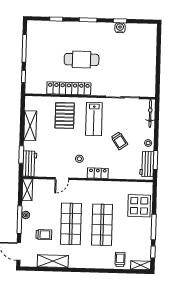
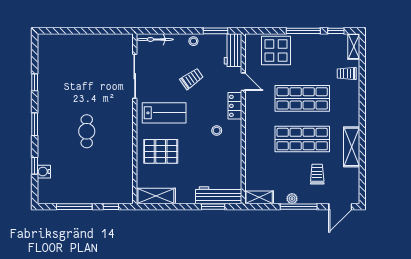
water cooler: (120, 28) -> (44, 172), moved
cafe table: (82, 60) -> (87, 131), width x0.73, depth x0.74
locker: (69, 88) -> (125, 147), removed
shelving: (30, 126) -> (156, 196), moved
workbench: (30, 164) -> (219, 195), width x1.38
workbench: (147, 164) -> (233, 50), moved, turned 90
door: (62, 179) -> (243, 82), moved
shelving: (53, 261) -> (352, 147), moved

